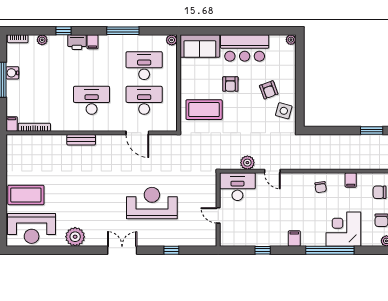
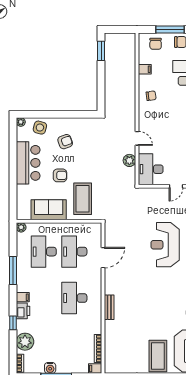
plant: (42, 40) -> (25, 342), width x1.87, depth x1.87
sofa: (200, 46) -> (49, 210), moved, turned -90
side table: (284, 111) -> (40, 128), moved
door: (272, 171) -> (137, 138), hinge flipped

